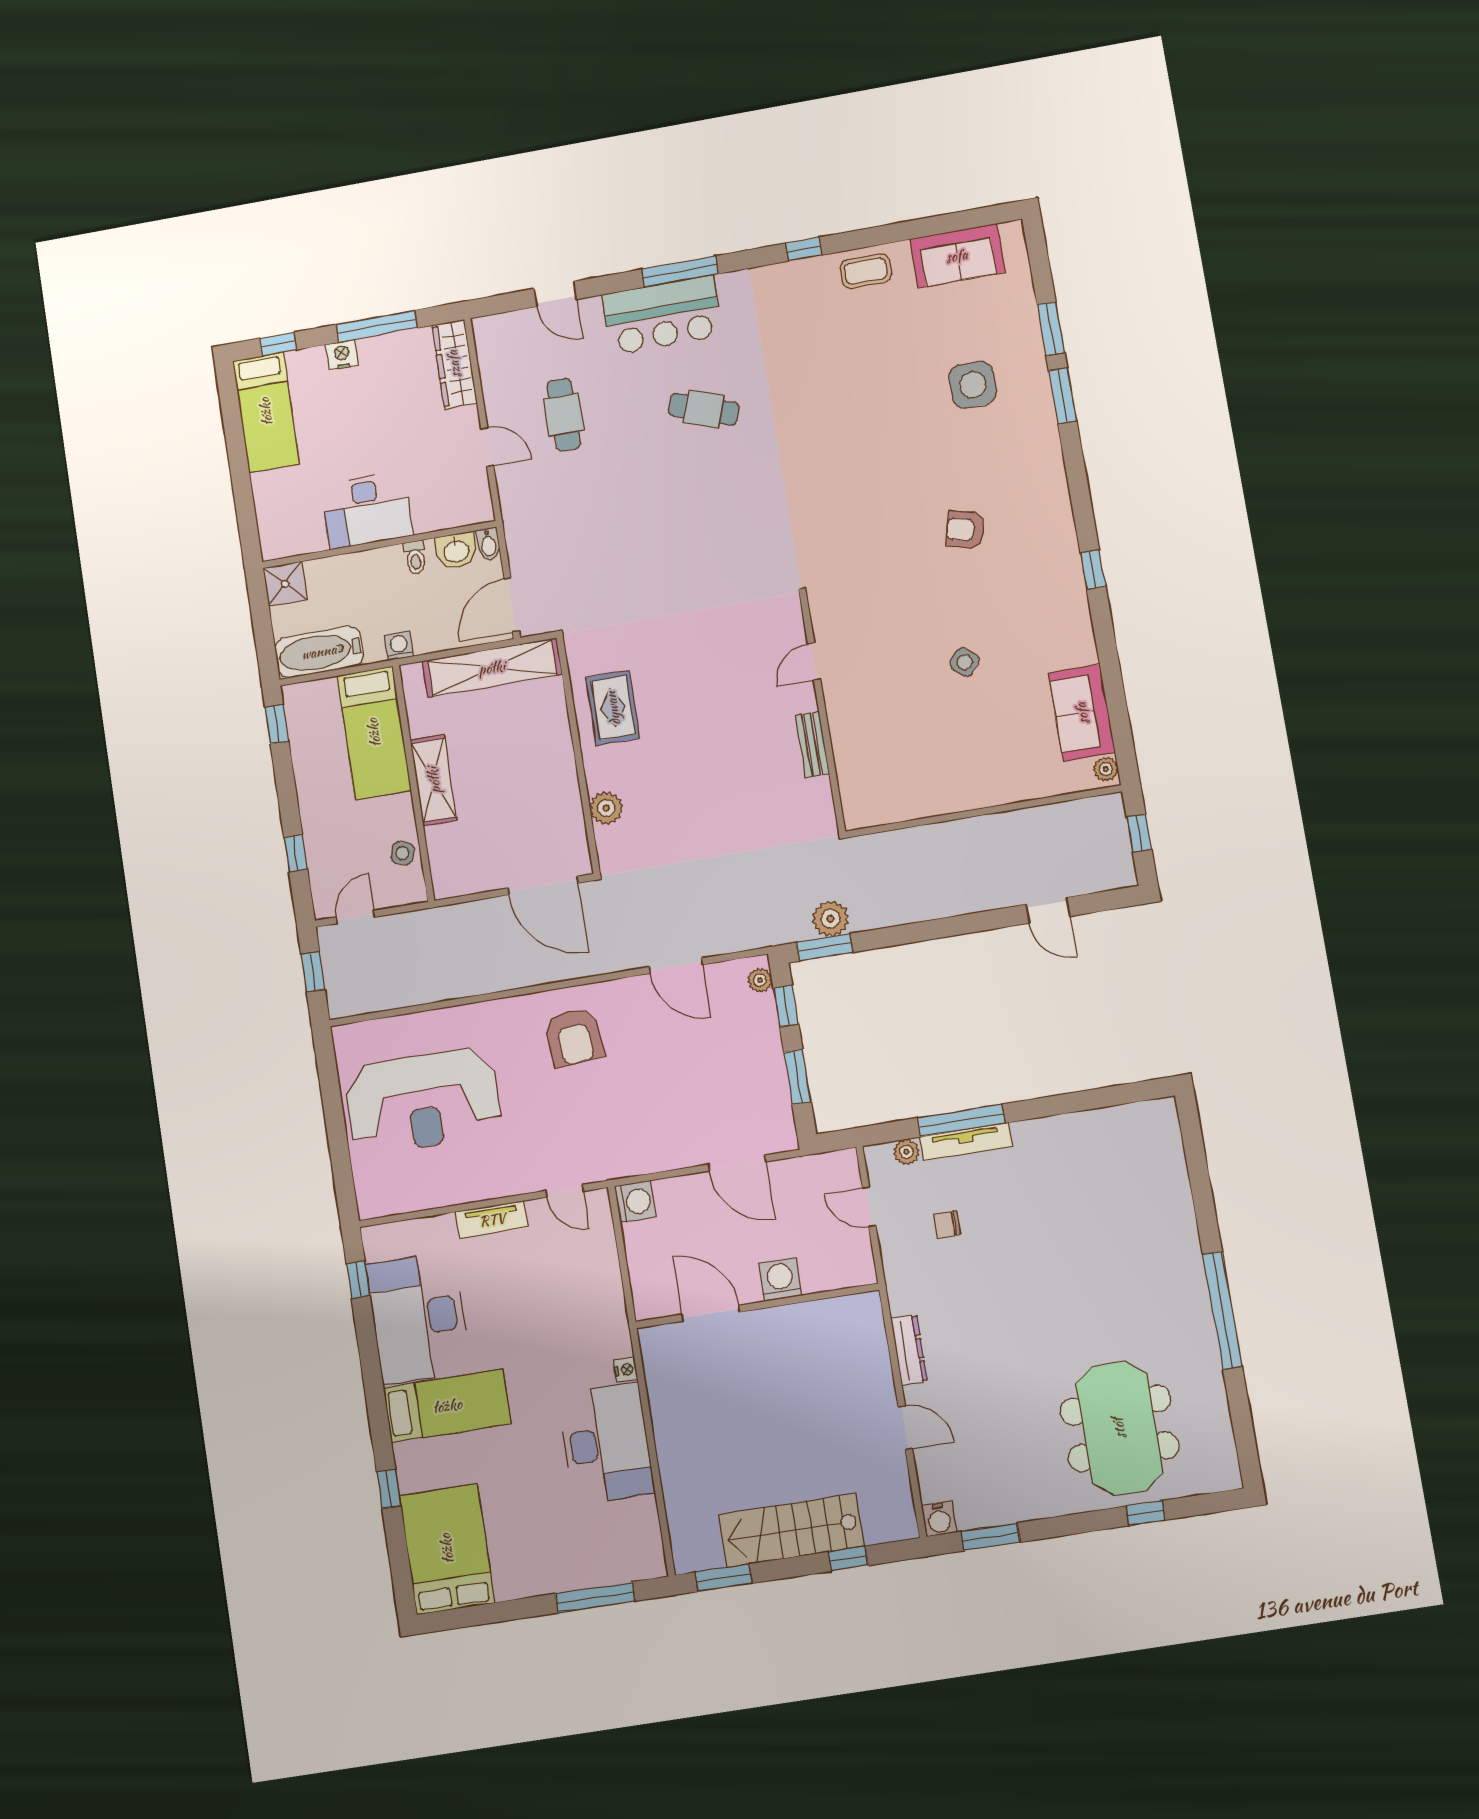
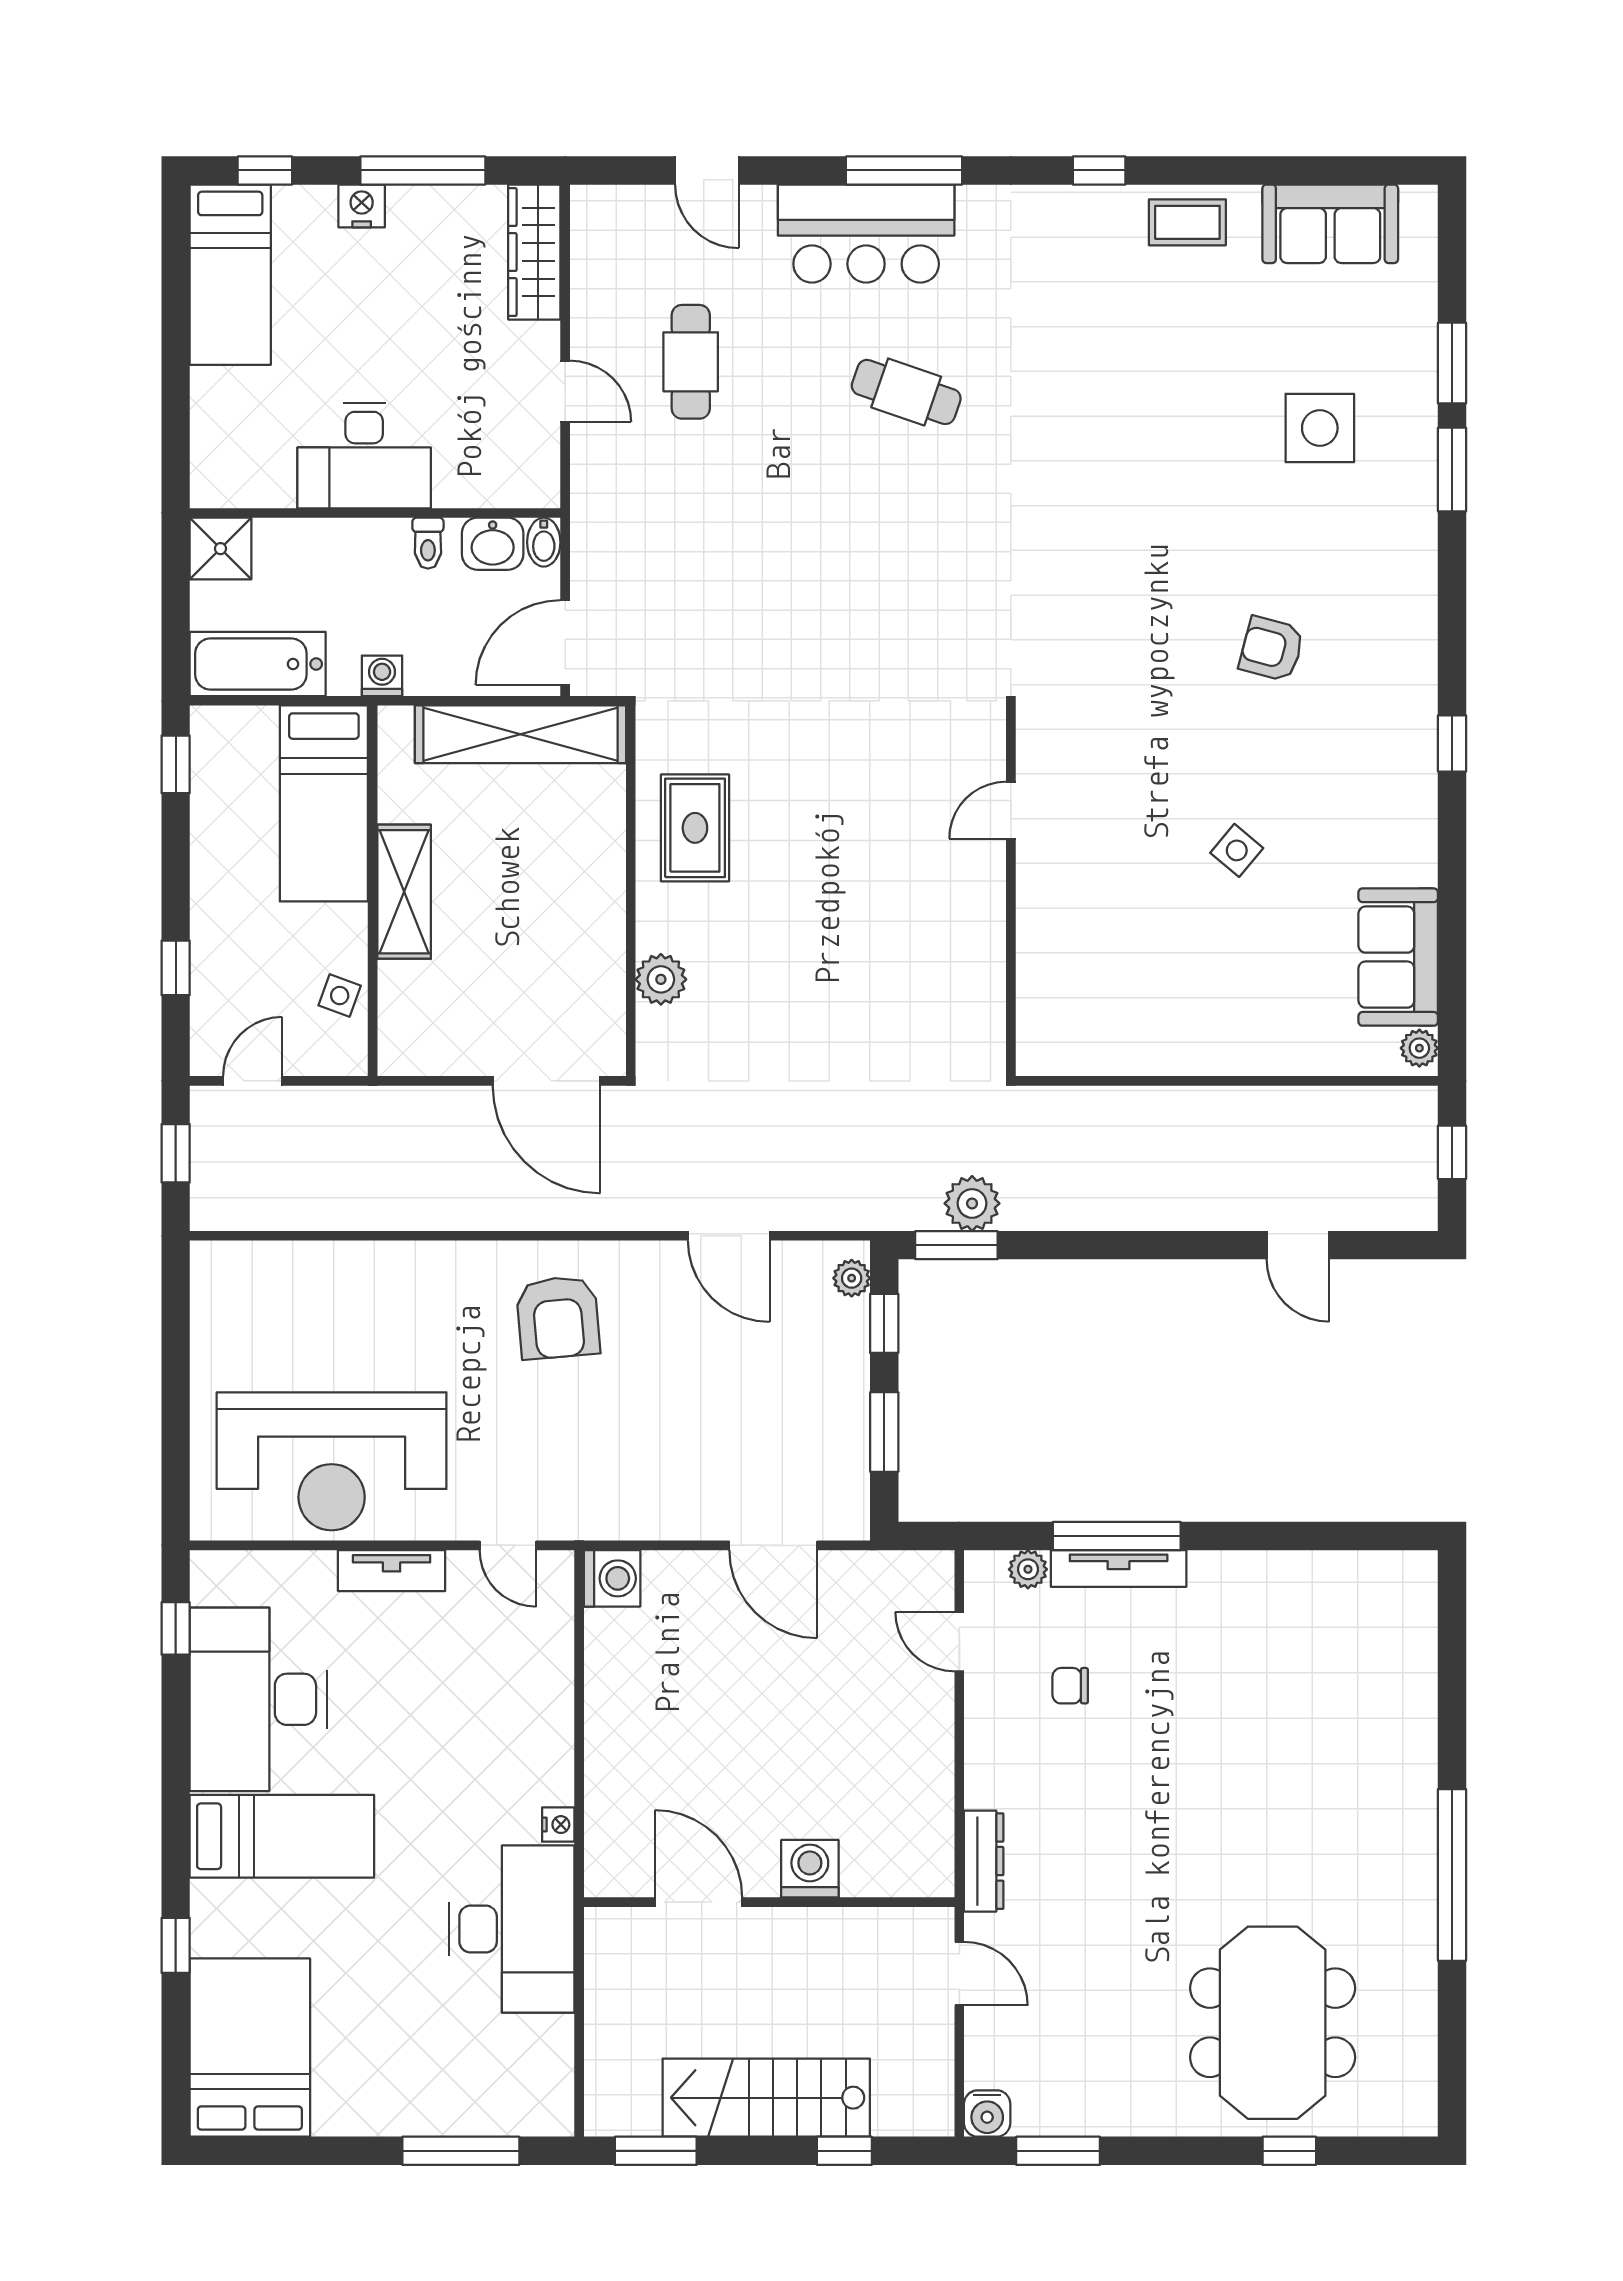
bench: (812, 745) -> (988, 936), removed
reception desk: (423, 1101) -> (332, 1461), moved
washing machine: (780, 1279) -> (810, 1869), moved
wall: (757, 1306) -> (769, 1902), moved
door: (711, 1313) -> (699, 1902), moved

